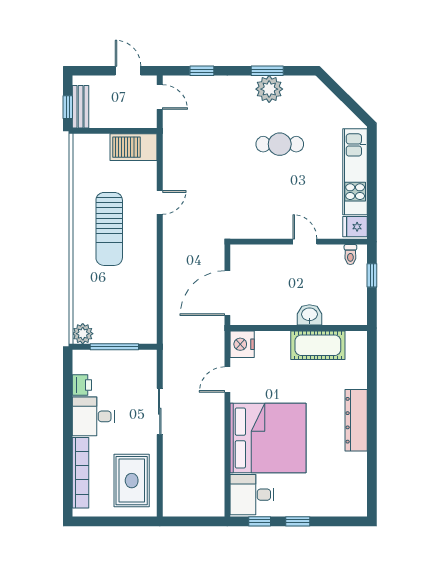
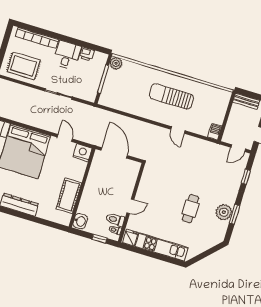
window: (68, 107) -> (248, 94), removed
barbecue: (133, 147) -> (215, 132), width x0.53, depth x0.65
toilet: (334, 259) -> (115, 220), added
washbasin: (309, 315) -> (80, 221), moved

